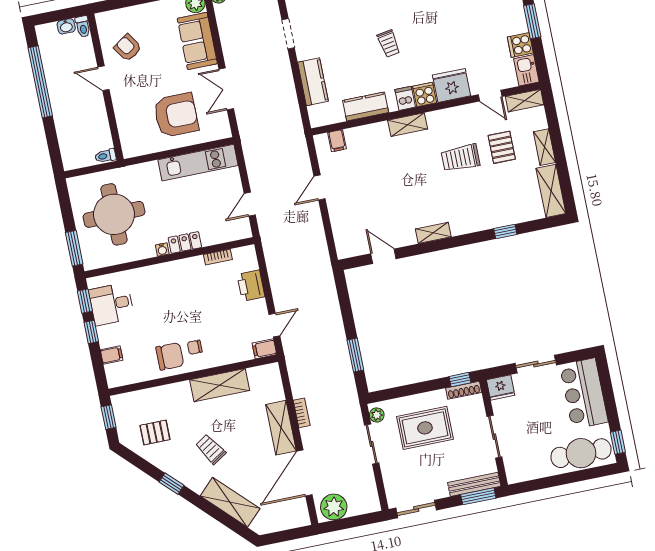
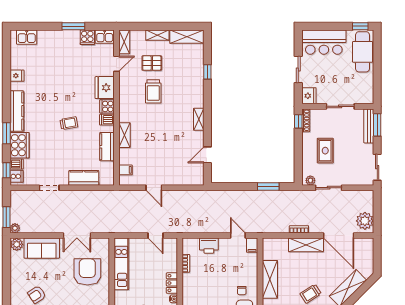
shelving: (408, 125) -> (124, 135), moved
rug: (425, 428) -> (325, 151), width x0.73, depth x0.70

